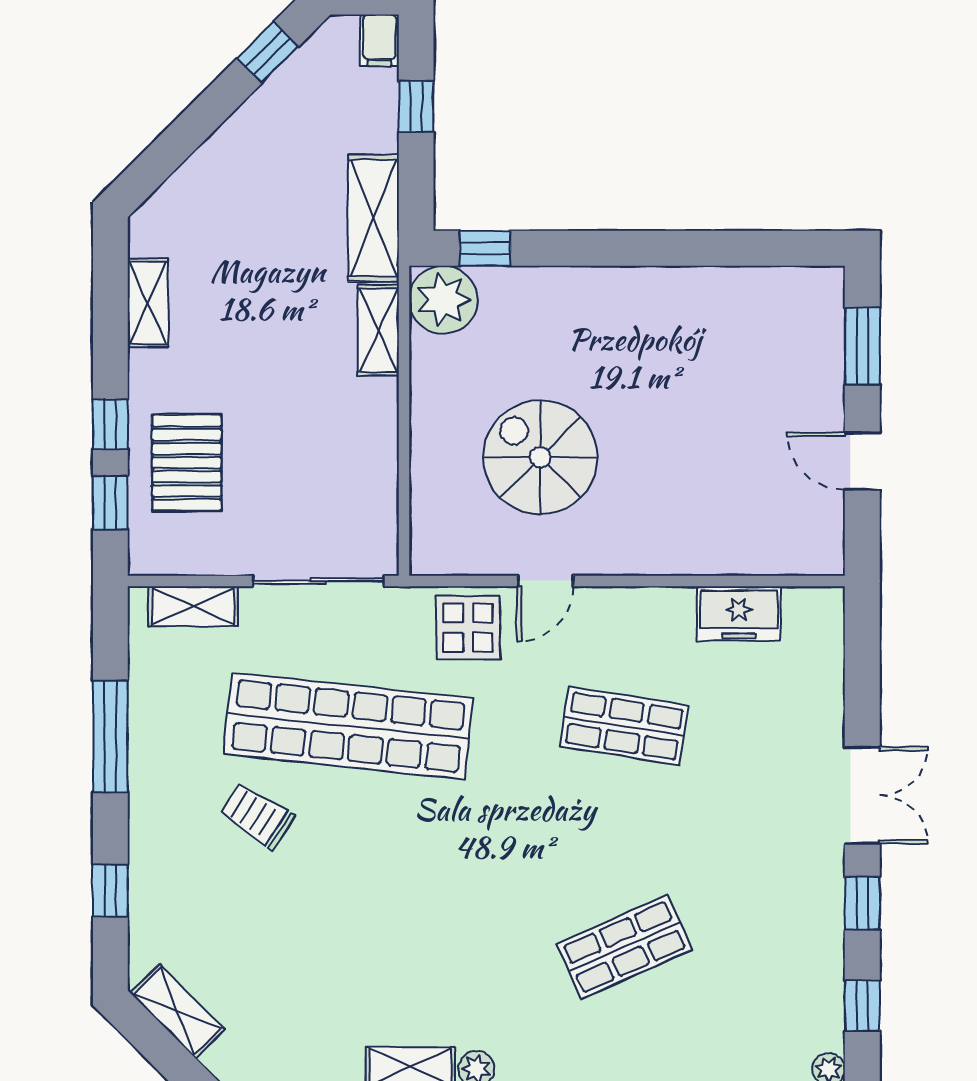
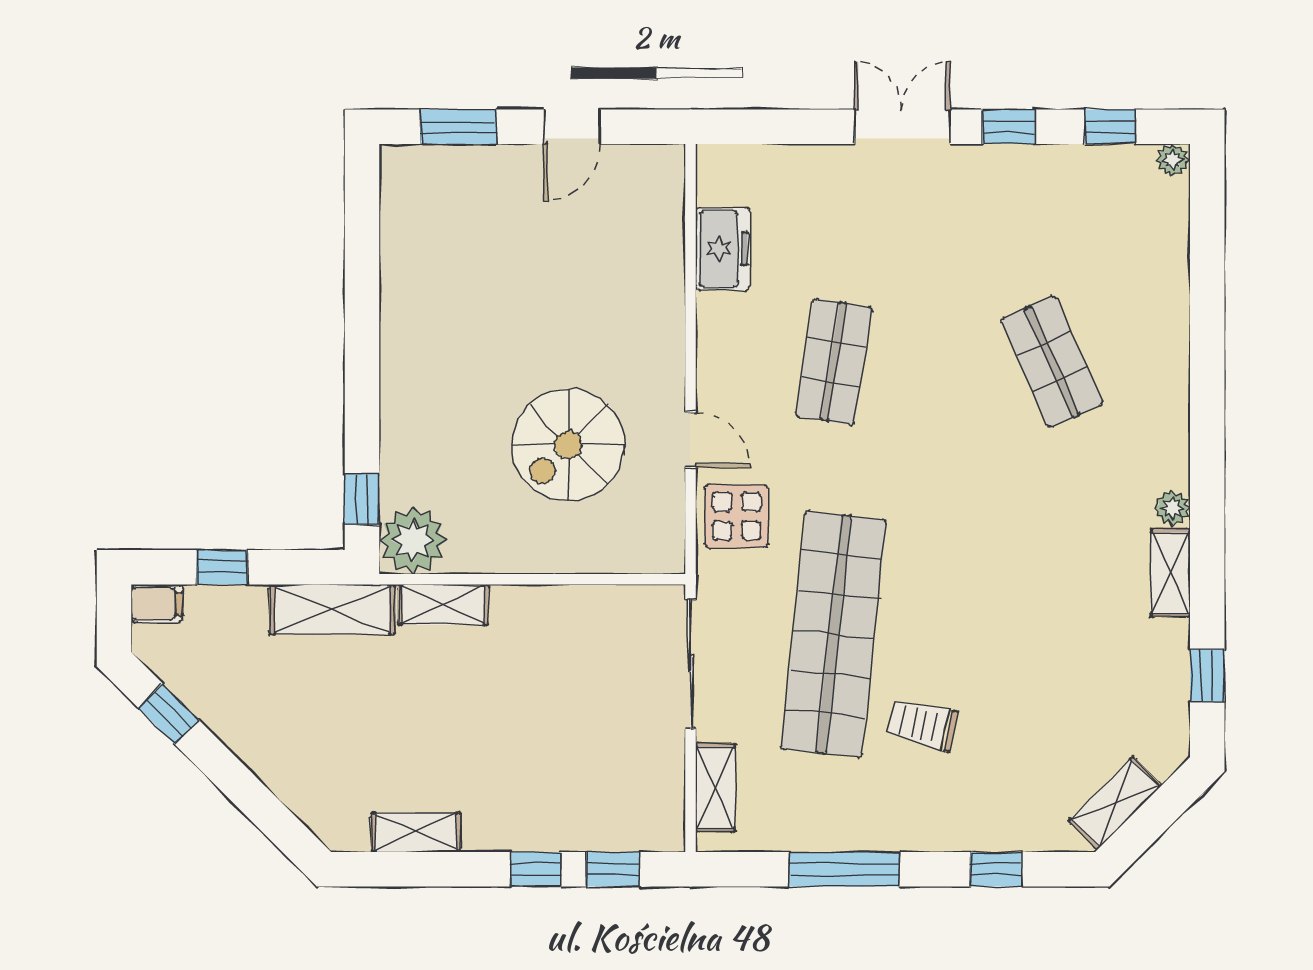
pallet: (187, 463) -> (574, 794), removed
trolley: (257, 816) -> (923, 725), turned 70

